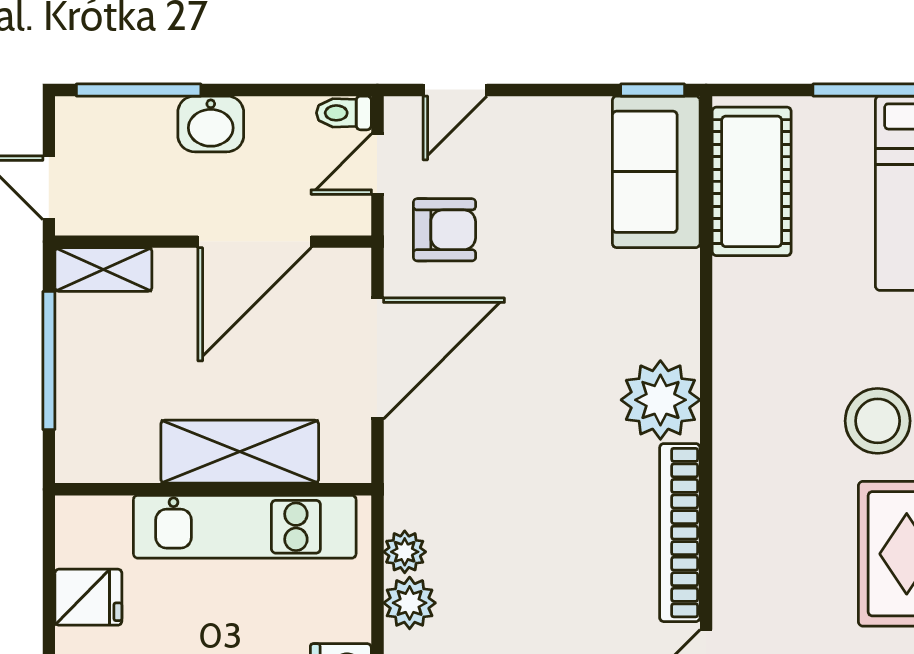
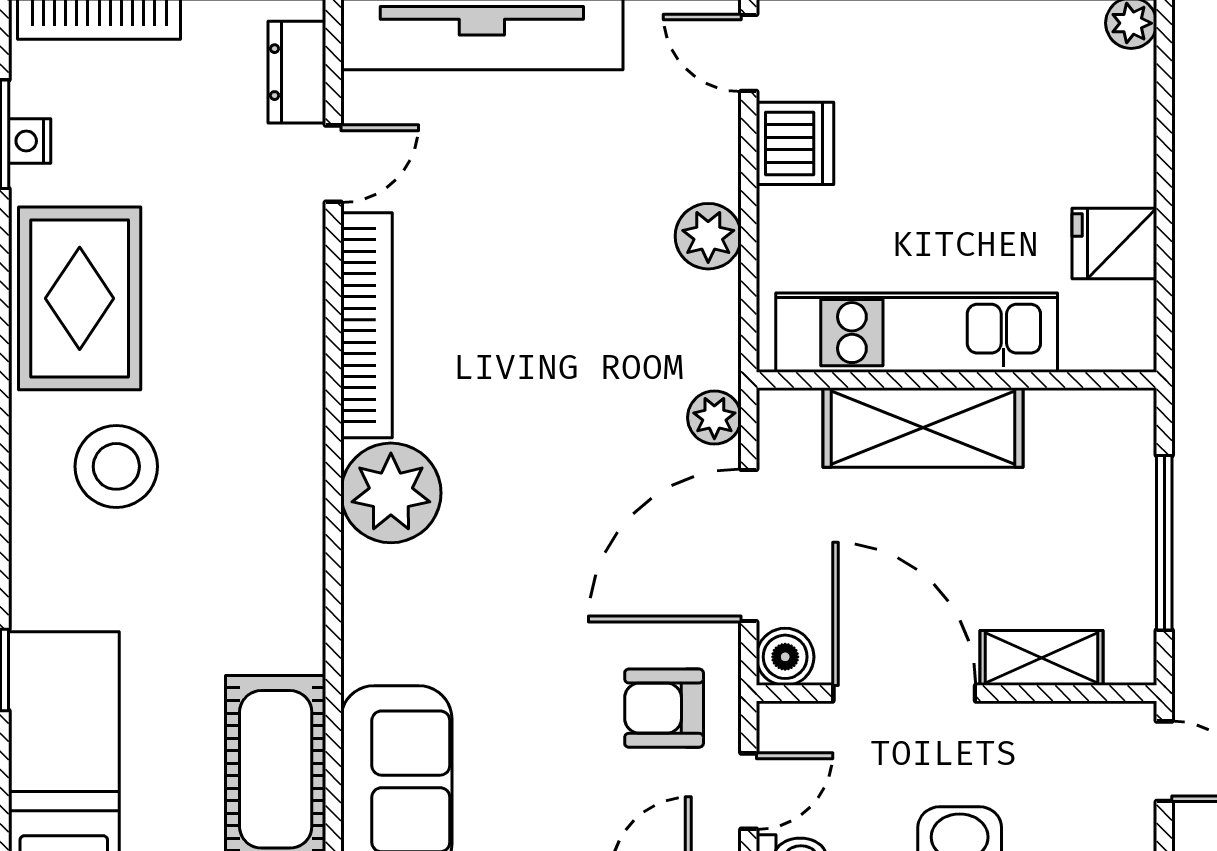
door: (255, 242) -> (904, 693), hinge flipped
shelving: (103, 270) -> (1041, 658), moved
boiler: (349, 270) -> (785, 657), added
plant: (405, 552) -> (714, 418), moved

